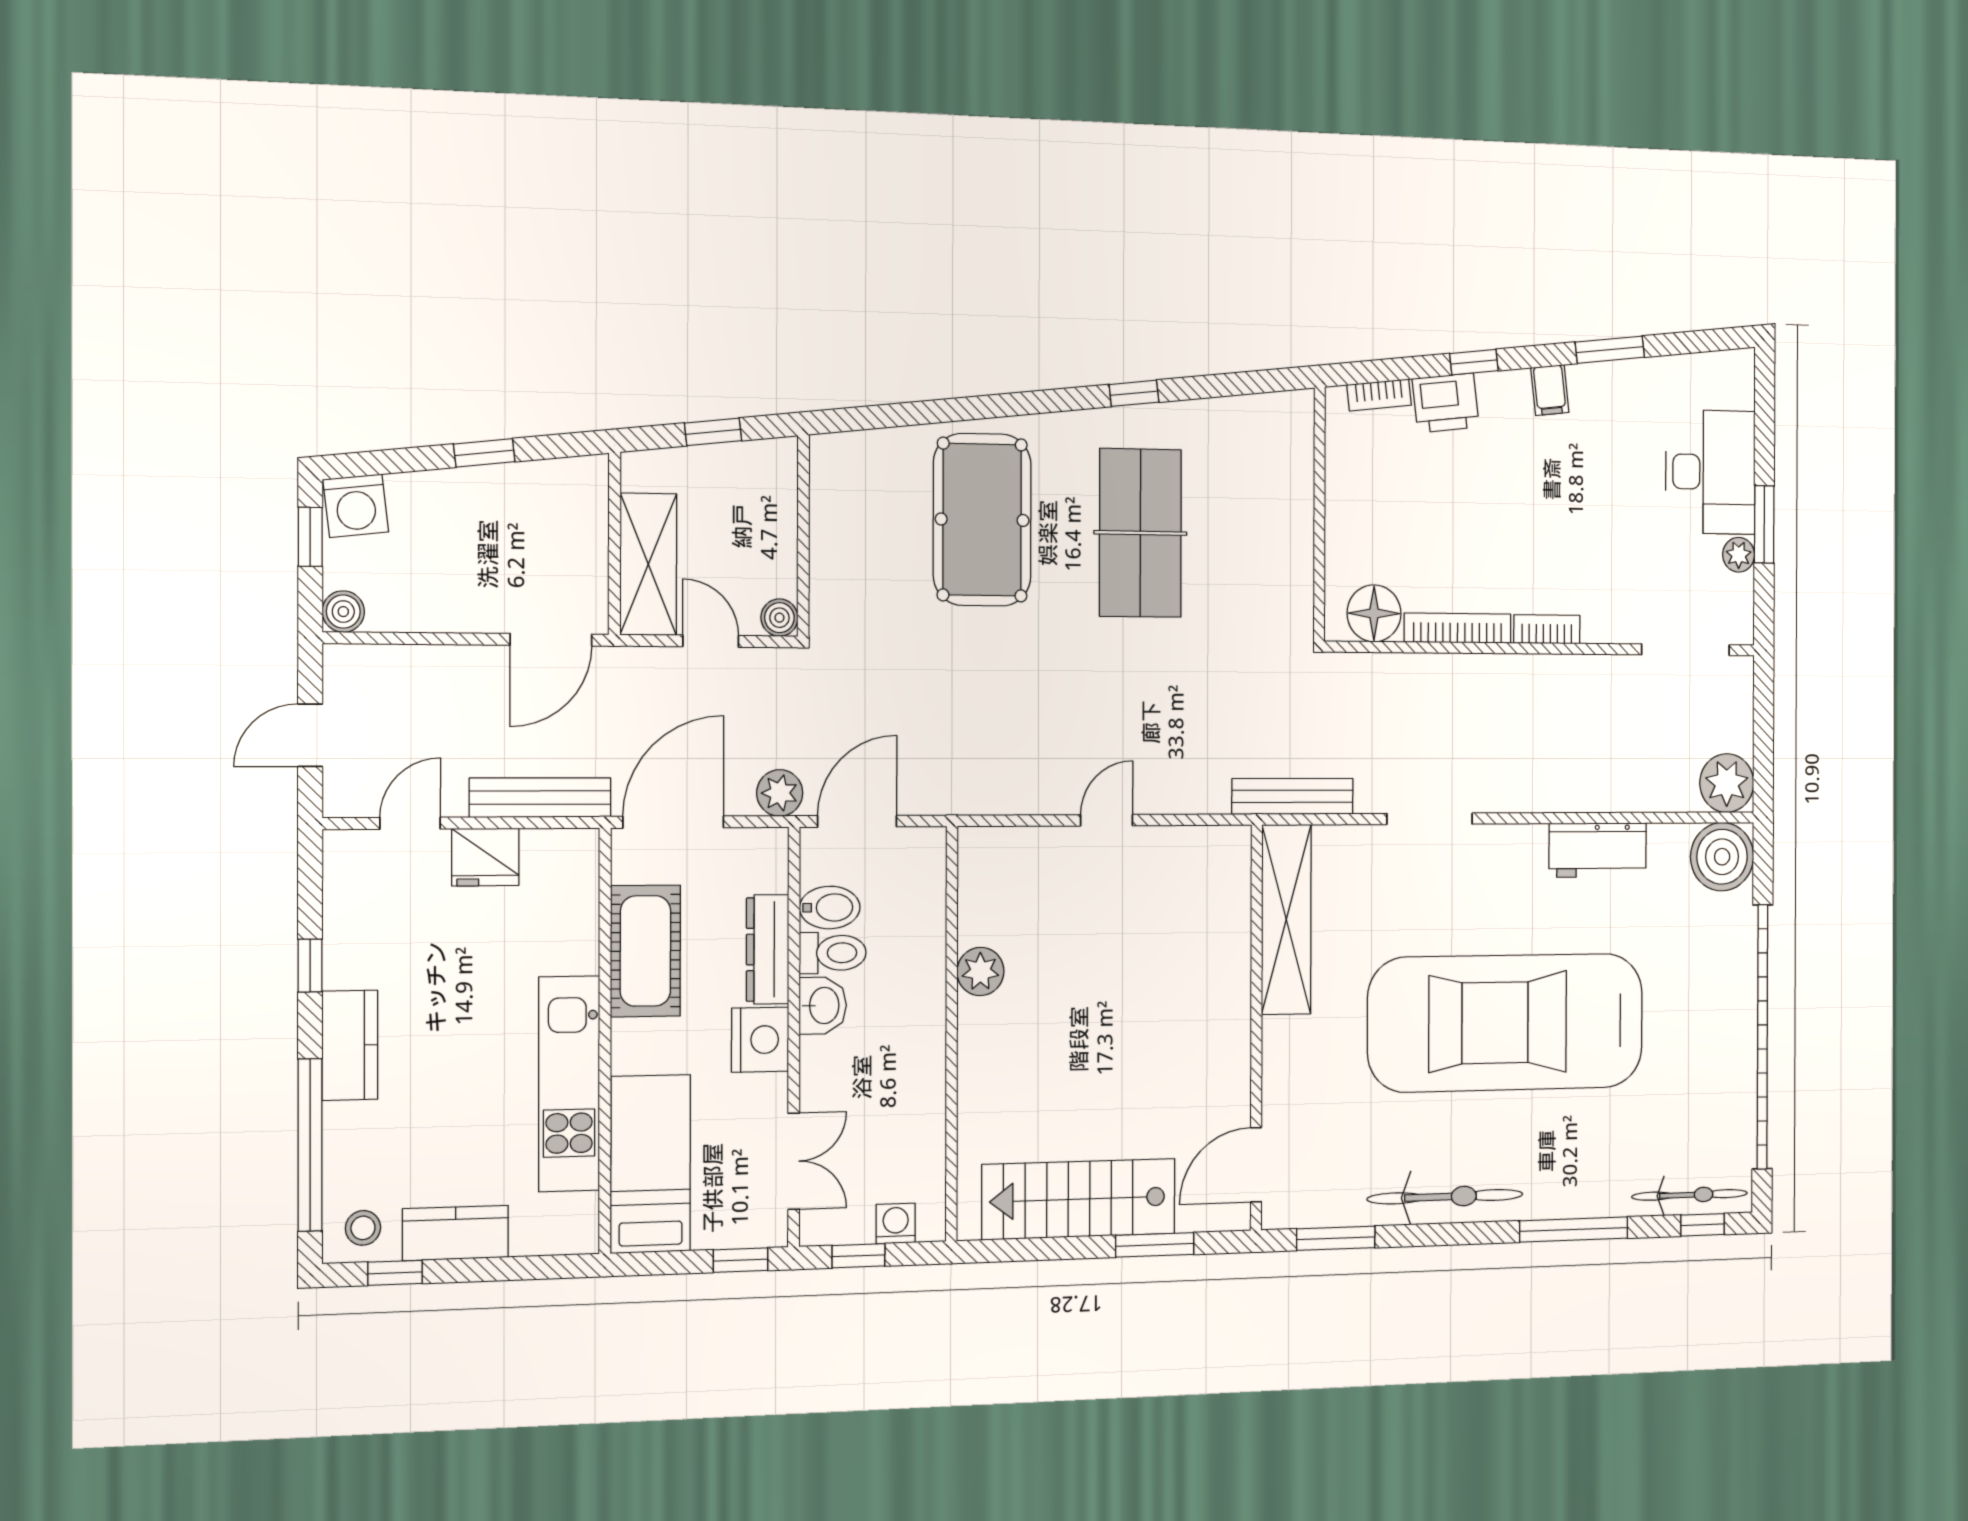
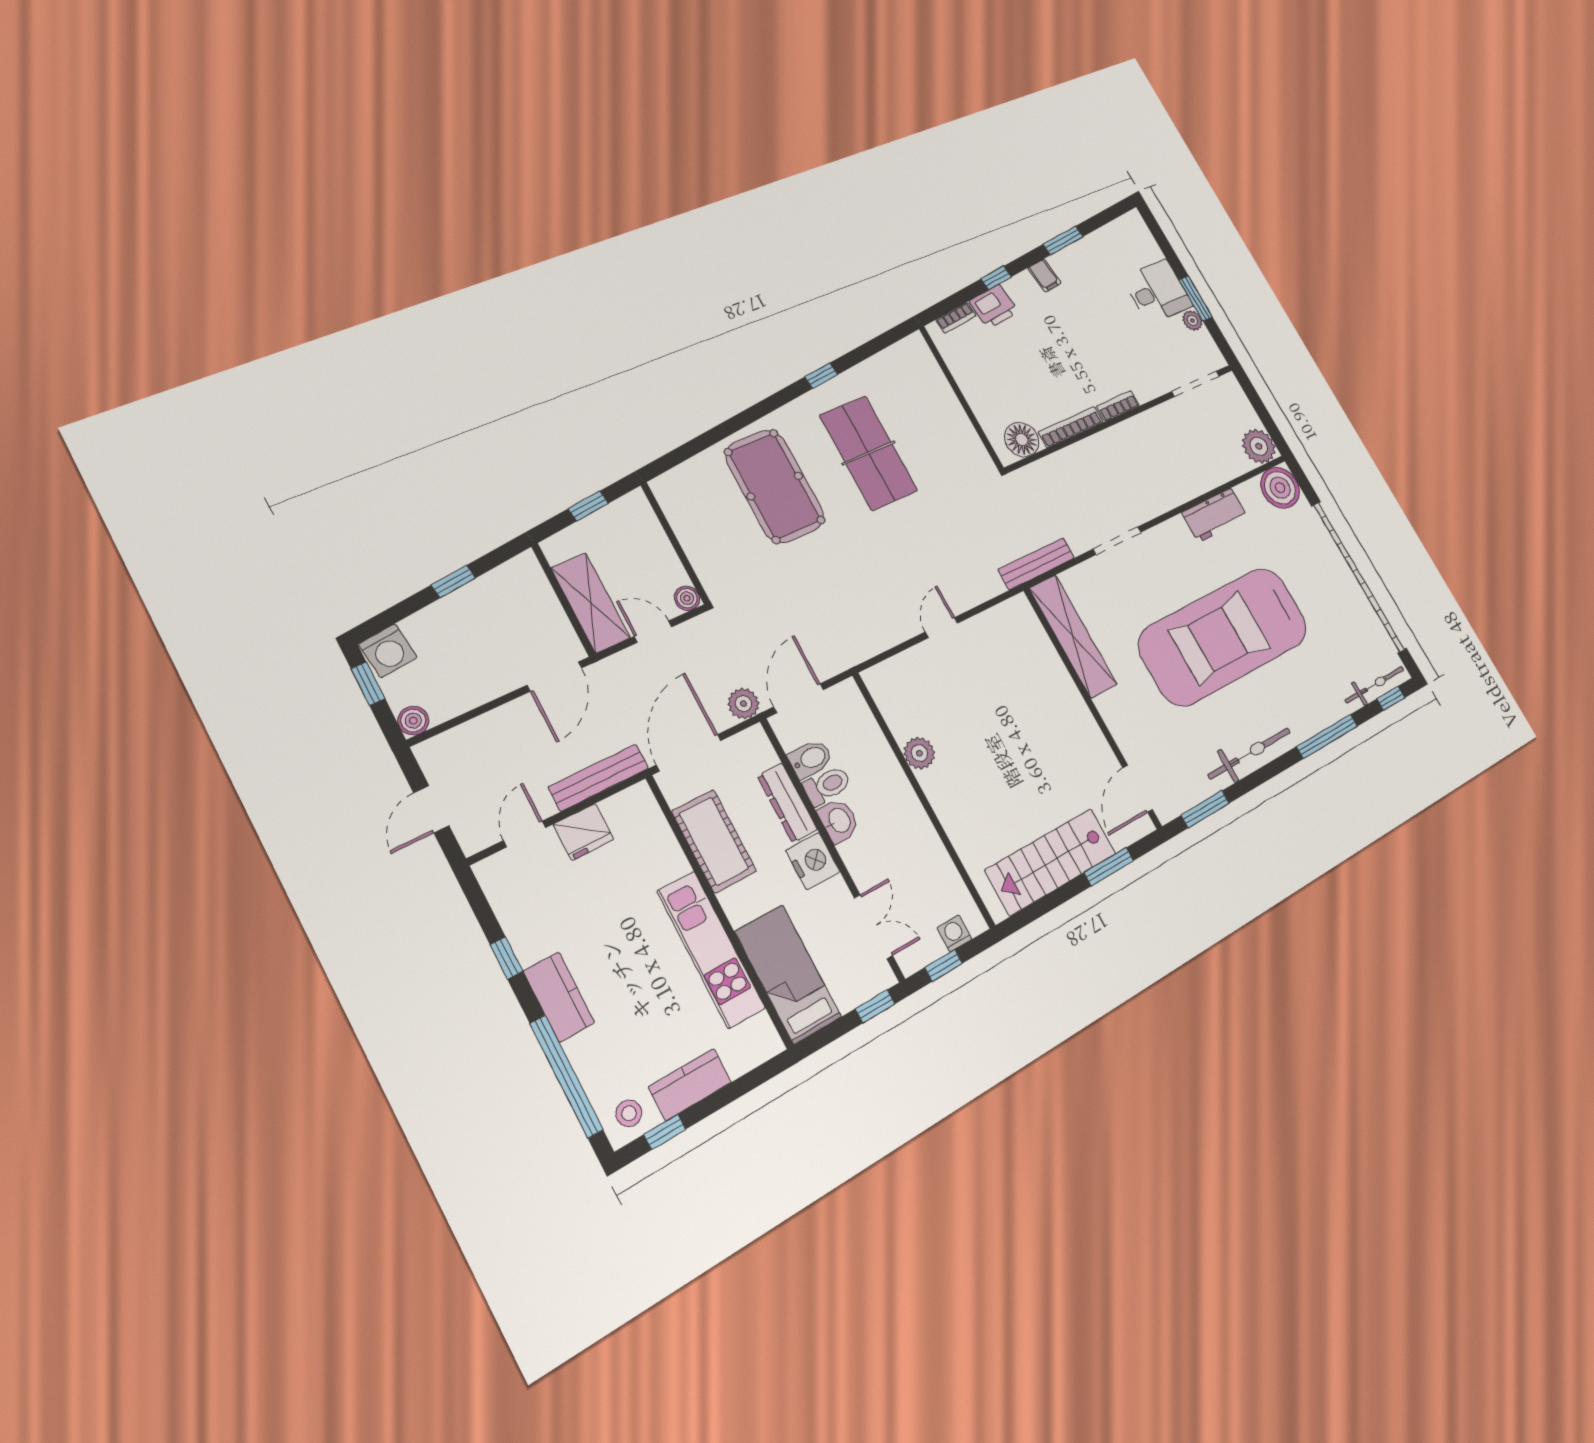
desk: (1710, 472) -> (1157, 292), width x0.73

